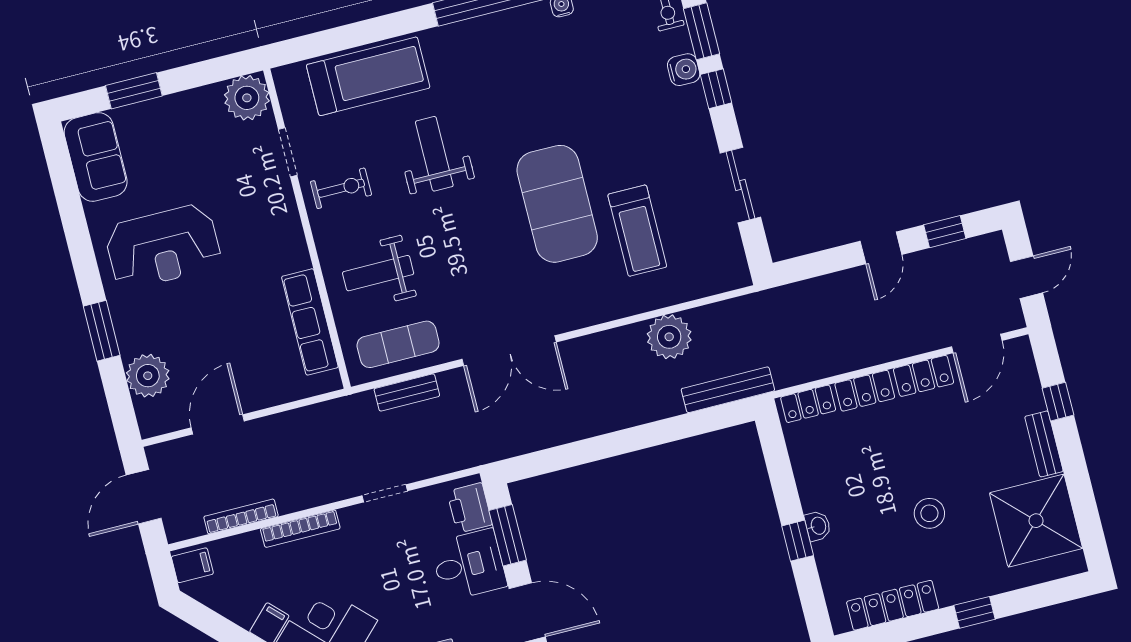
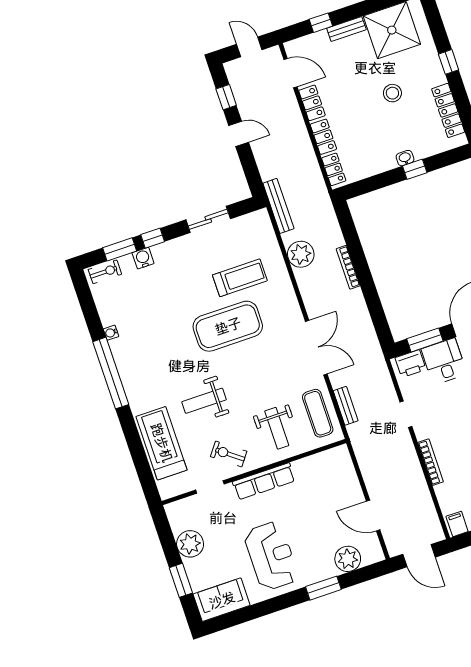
plant: (247, 98) -> (190, 544), moved
exercise bike: (341, 188) -> (229, 454), turned -53
row of seats: (310, 322) -> (264, 481), moved
bench: (728, 390) -> (278, 206), moved
bookcase: (241, 516) -> (348, 267), moved

